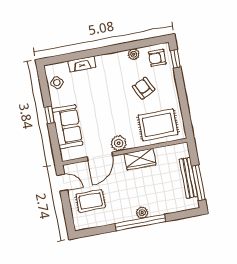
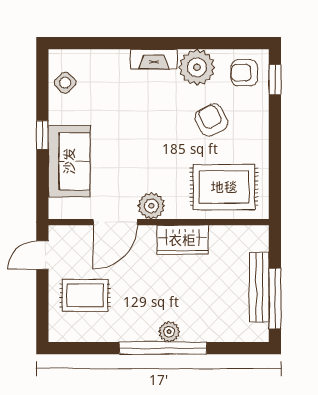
plant: (134, 54) -> (197, 67), width x1.88, depth x1.88
fireplace: (82, 64) -> (154, 59), moved
door: (62, 183) -> (42, 255), swing flipped

